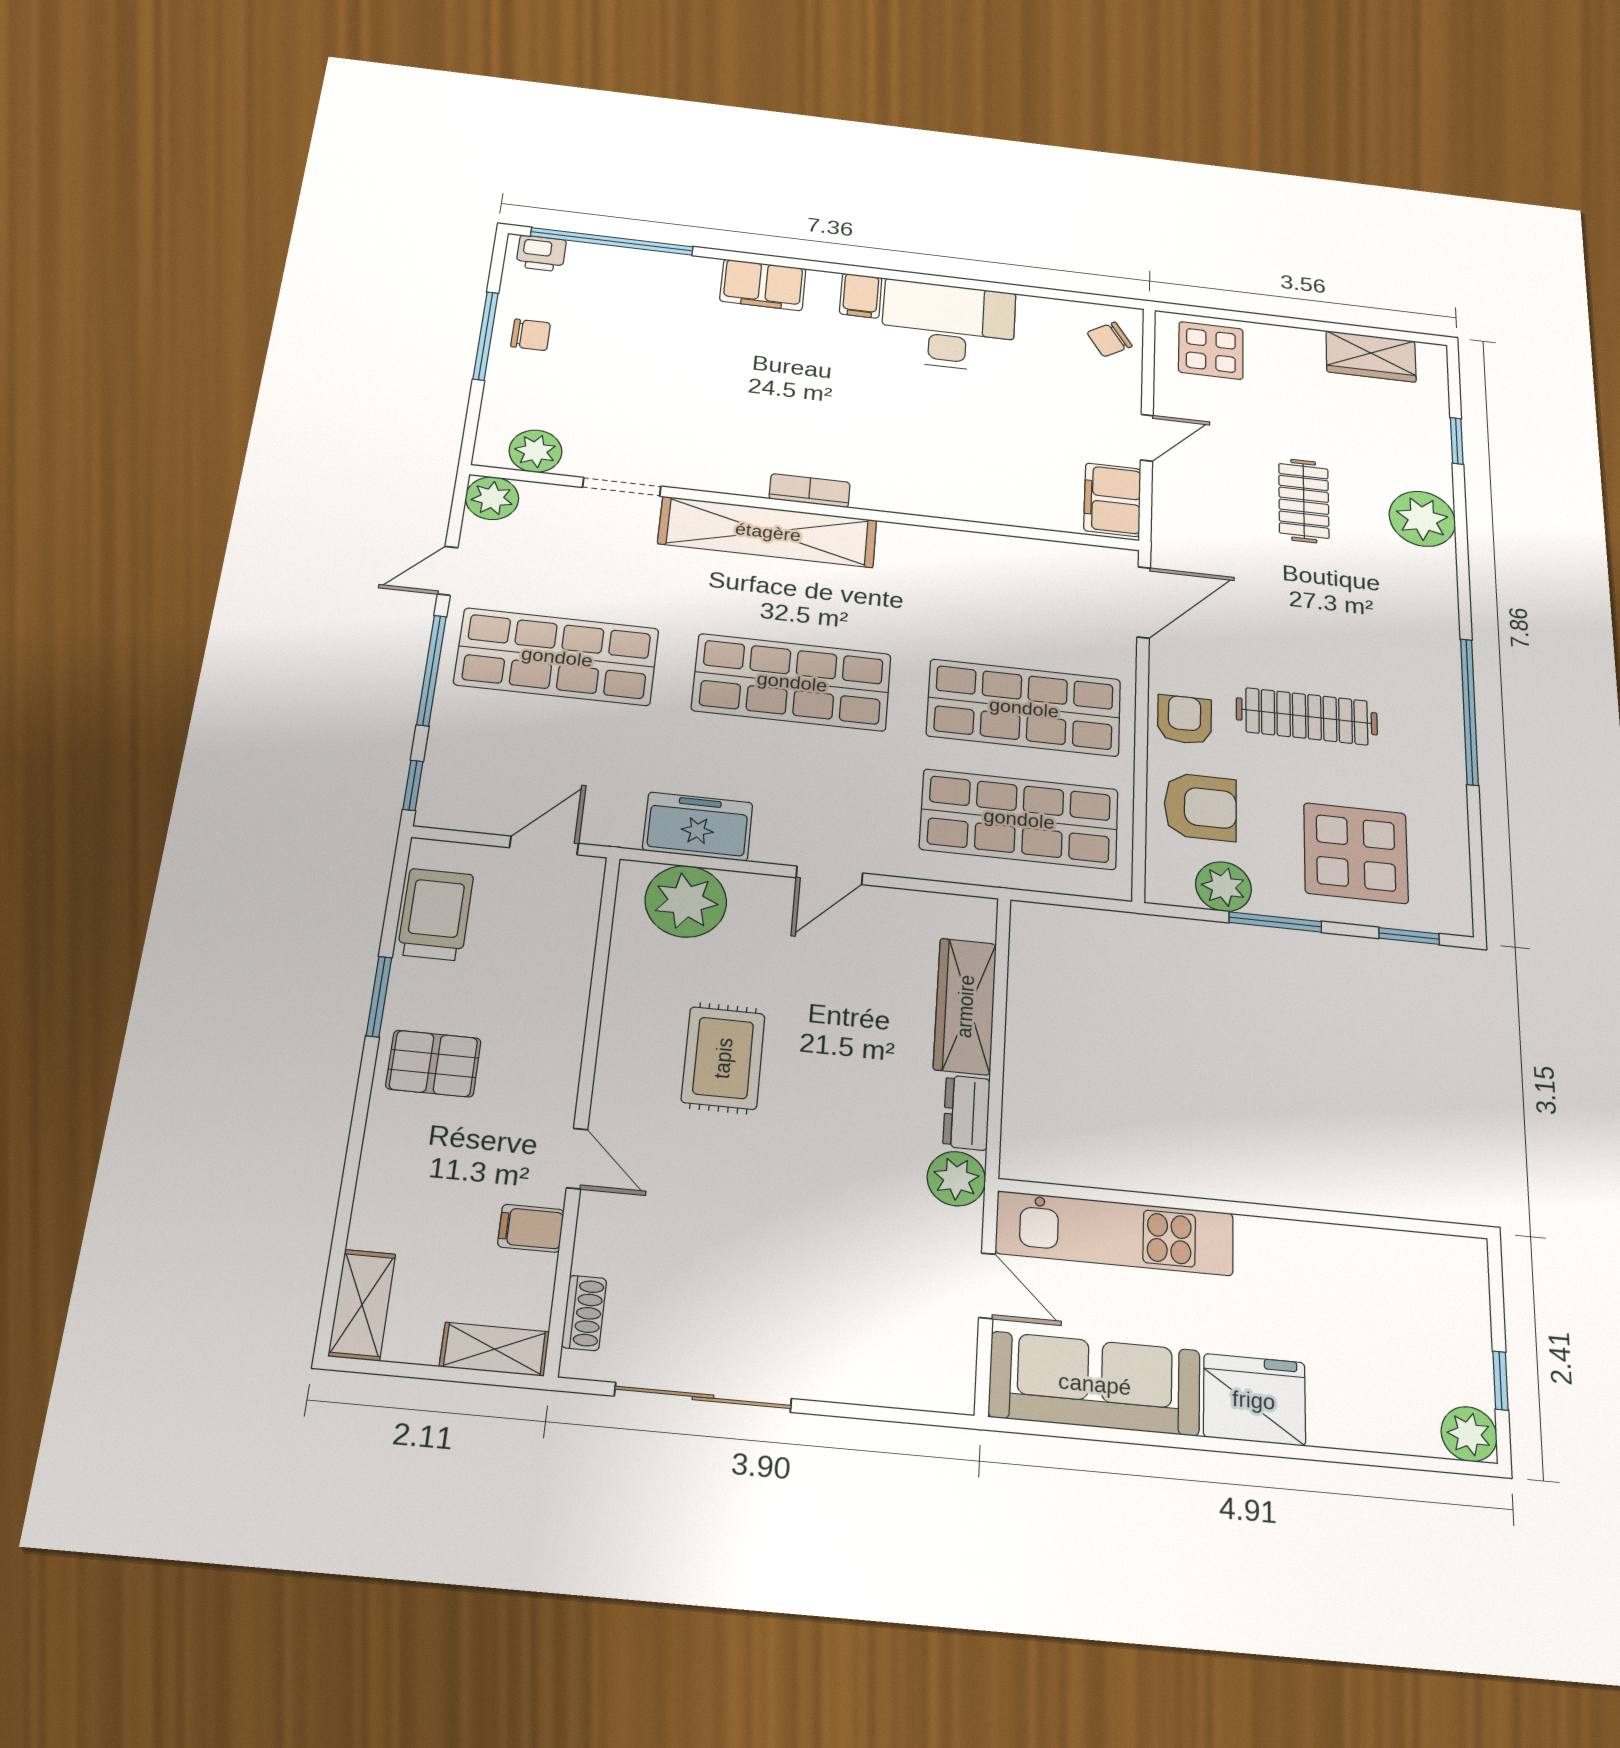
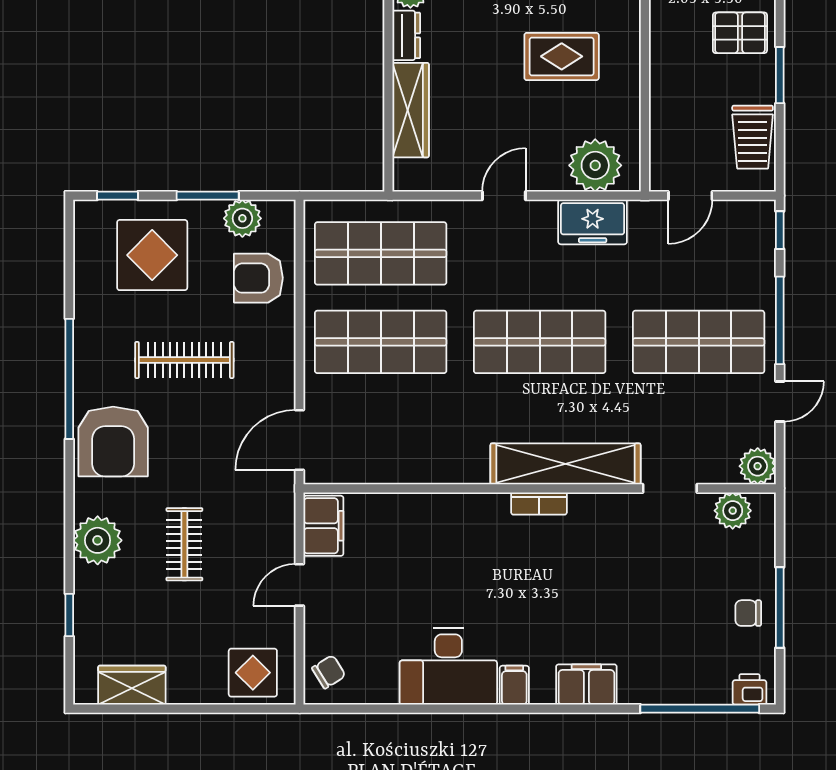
armchair: (1184, 720) -> (113, 442), moved, width x1.88, depth x1.88
rug: (723, 1058) -> (562, 56), turned 90

